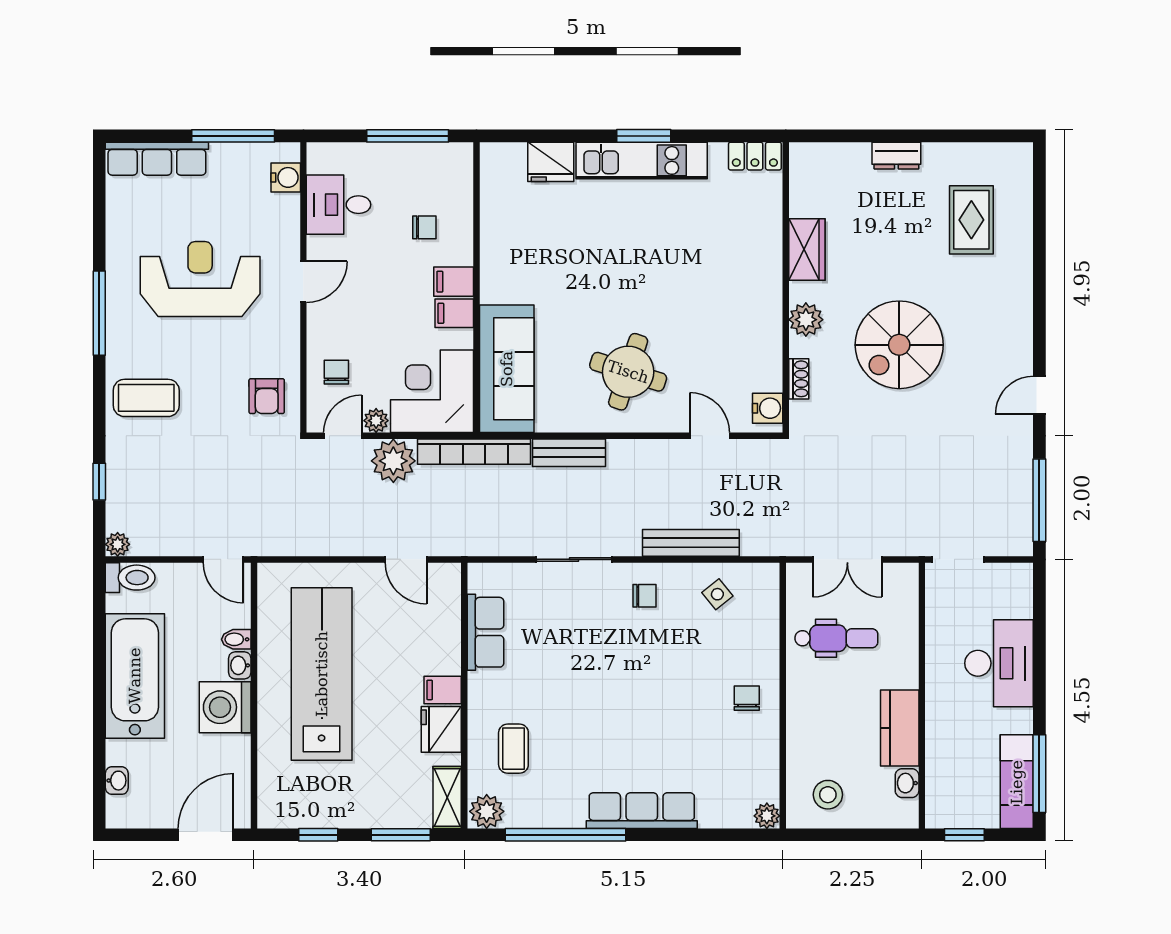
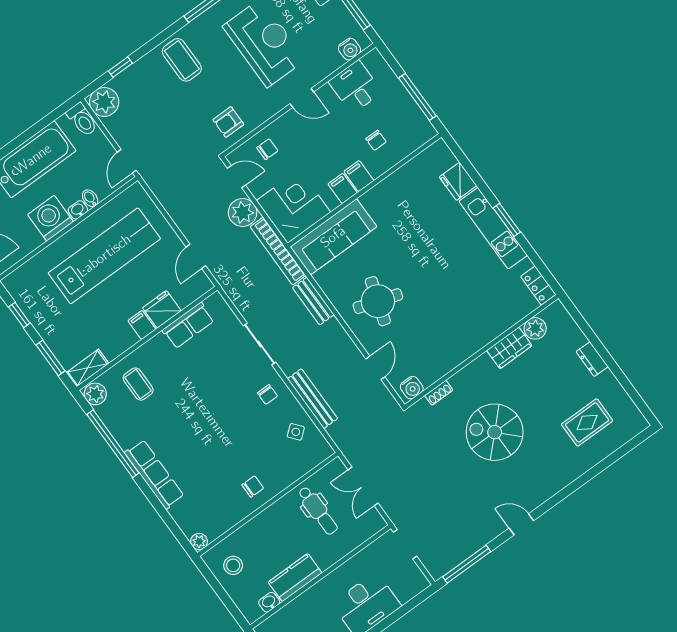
plant: (806, 320) -> (535, 328), moved
plant: (376, 421) -> (257, 188), removed
plant: (118, 544) -> (104, 102), width x1.88, depth x1.88
fridge: (441, 729) -> (162, 309), moved
coffee table: (513, 749) -> (138, 384), turned 90

